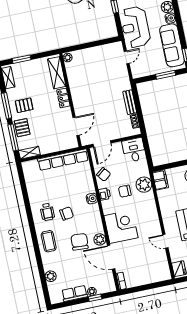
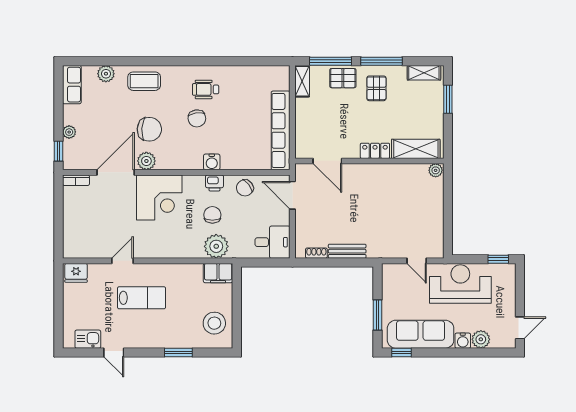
coffee table: (49, 241) -> (144, 81), moved
row of seats: (75, 293) -> (72, 85), moved
window: (95, 298) -> (58, 151), moved

